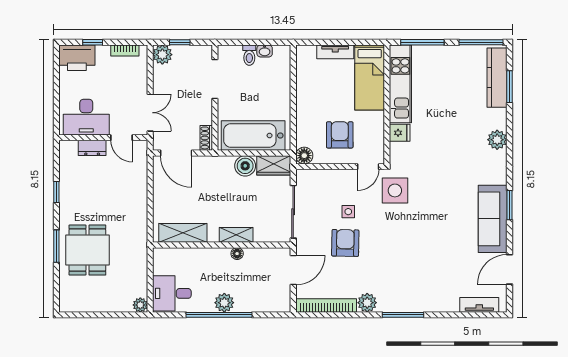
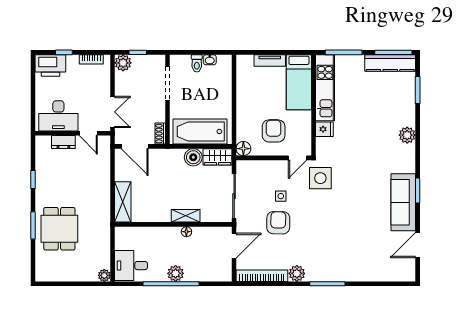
kitchen counter: (497, 78) -> (390, 63), moved, turned -90
shelving: (183, 233) -> (123, 202), moved, turned 90
tv unit: (479, 305) -> (392, 275), removed

